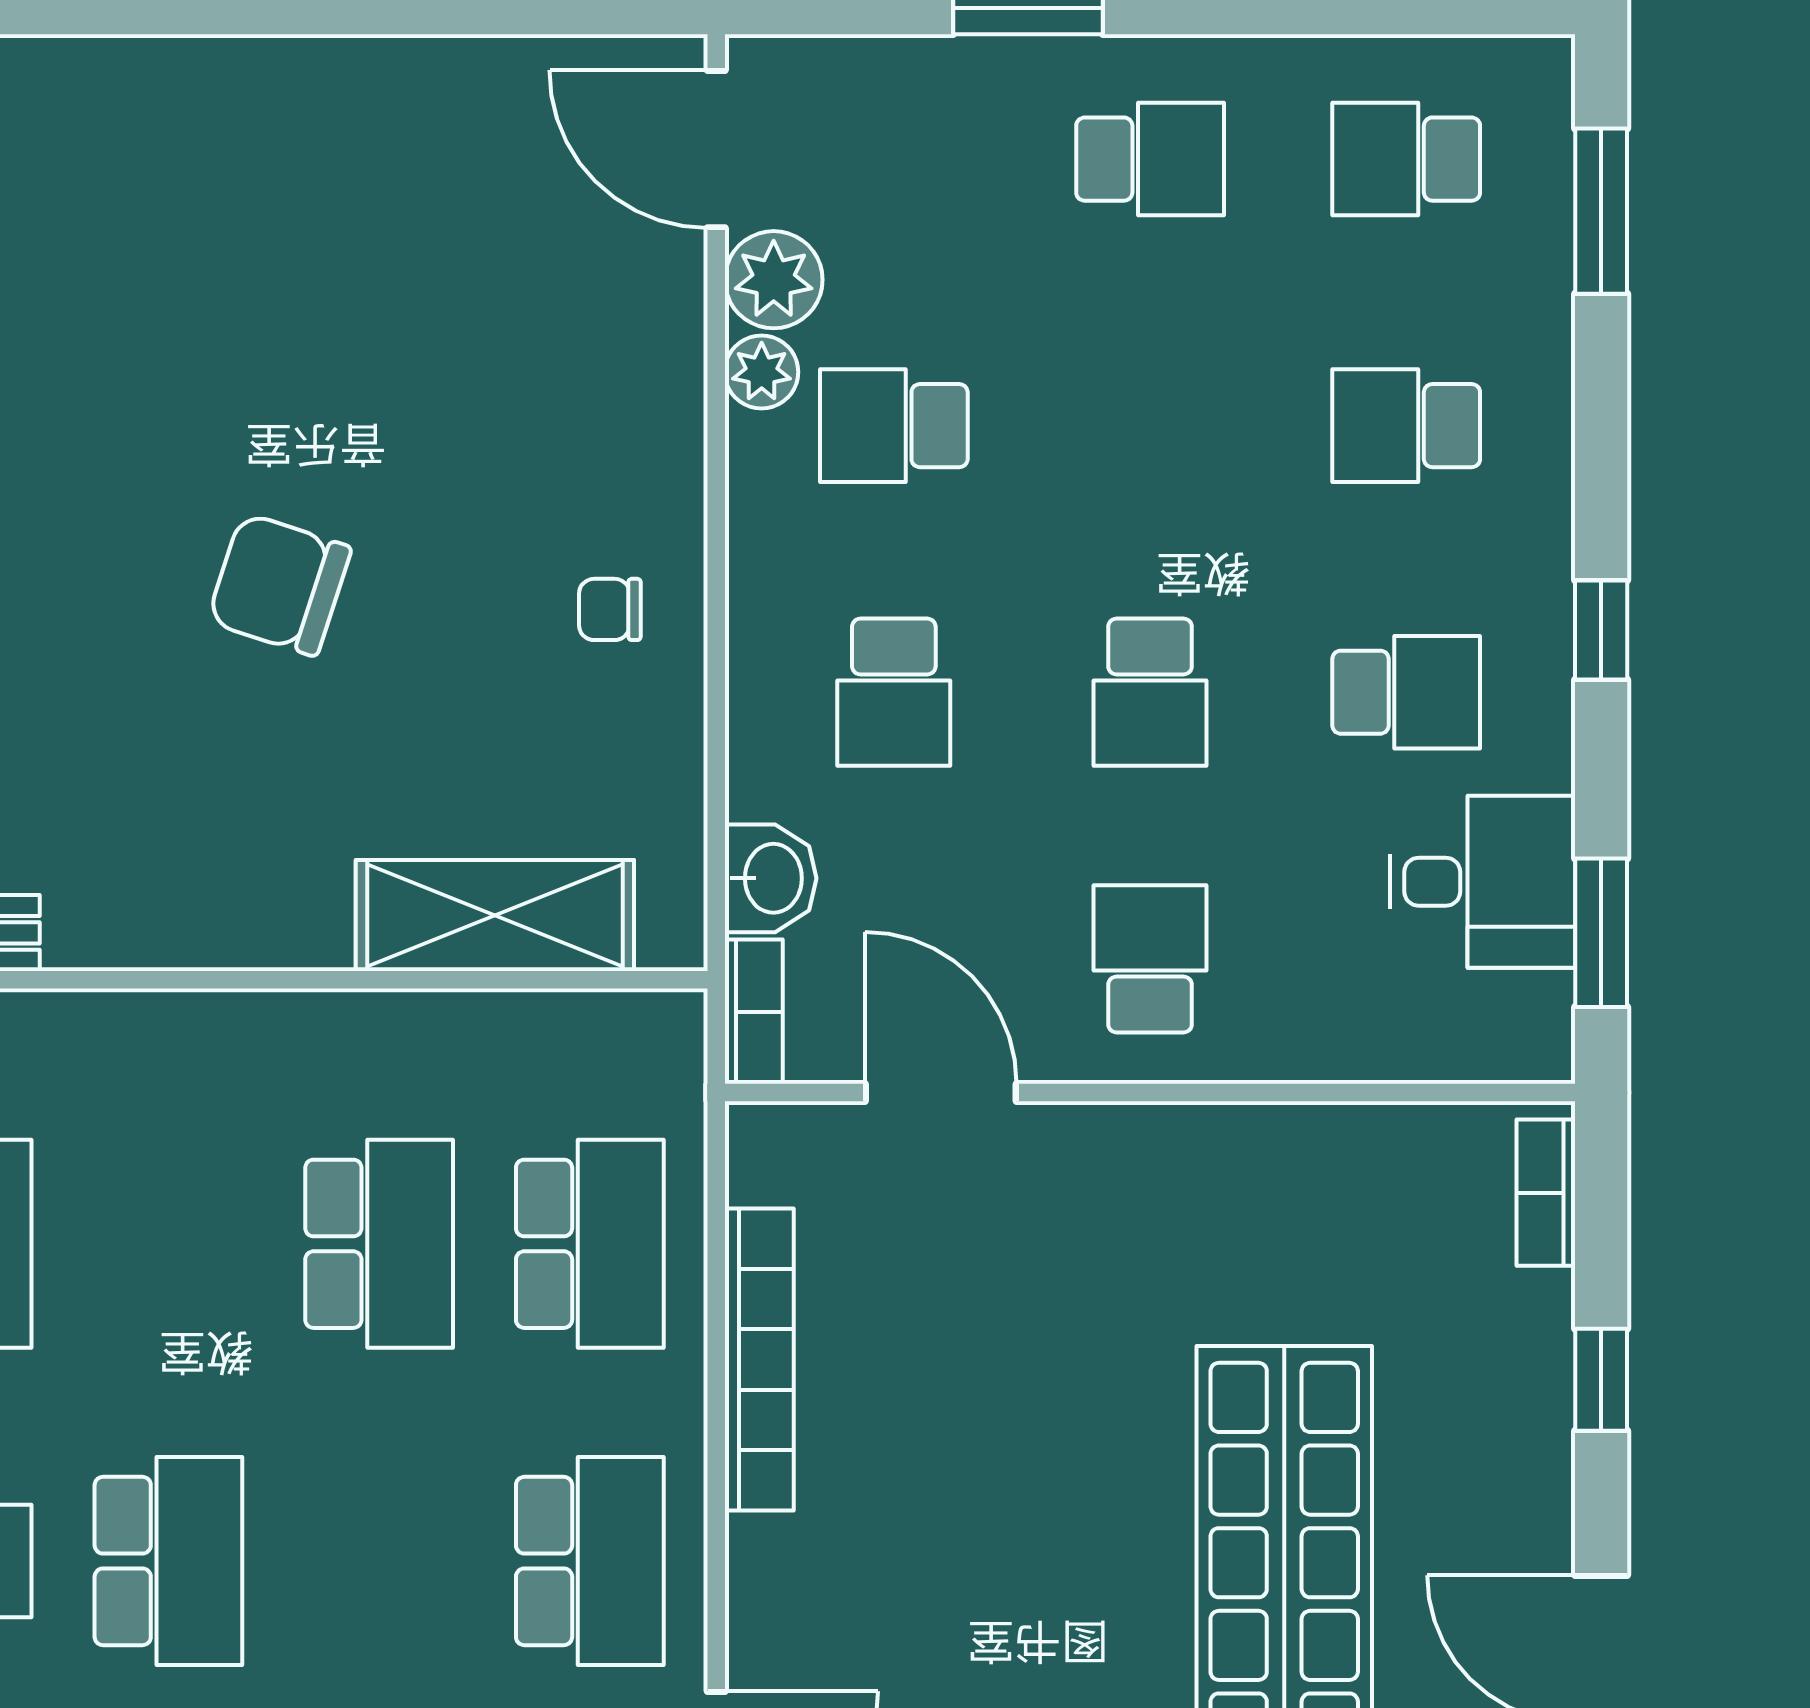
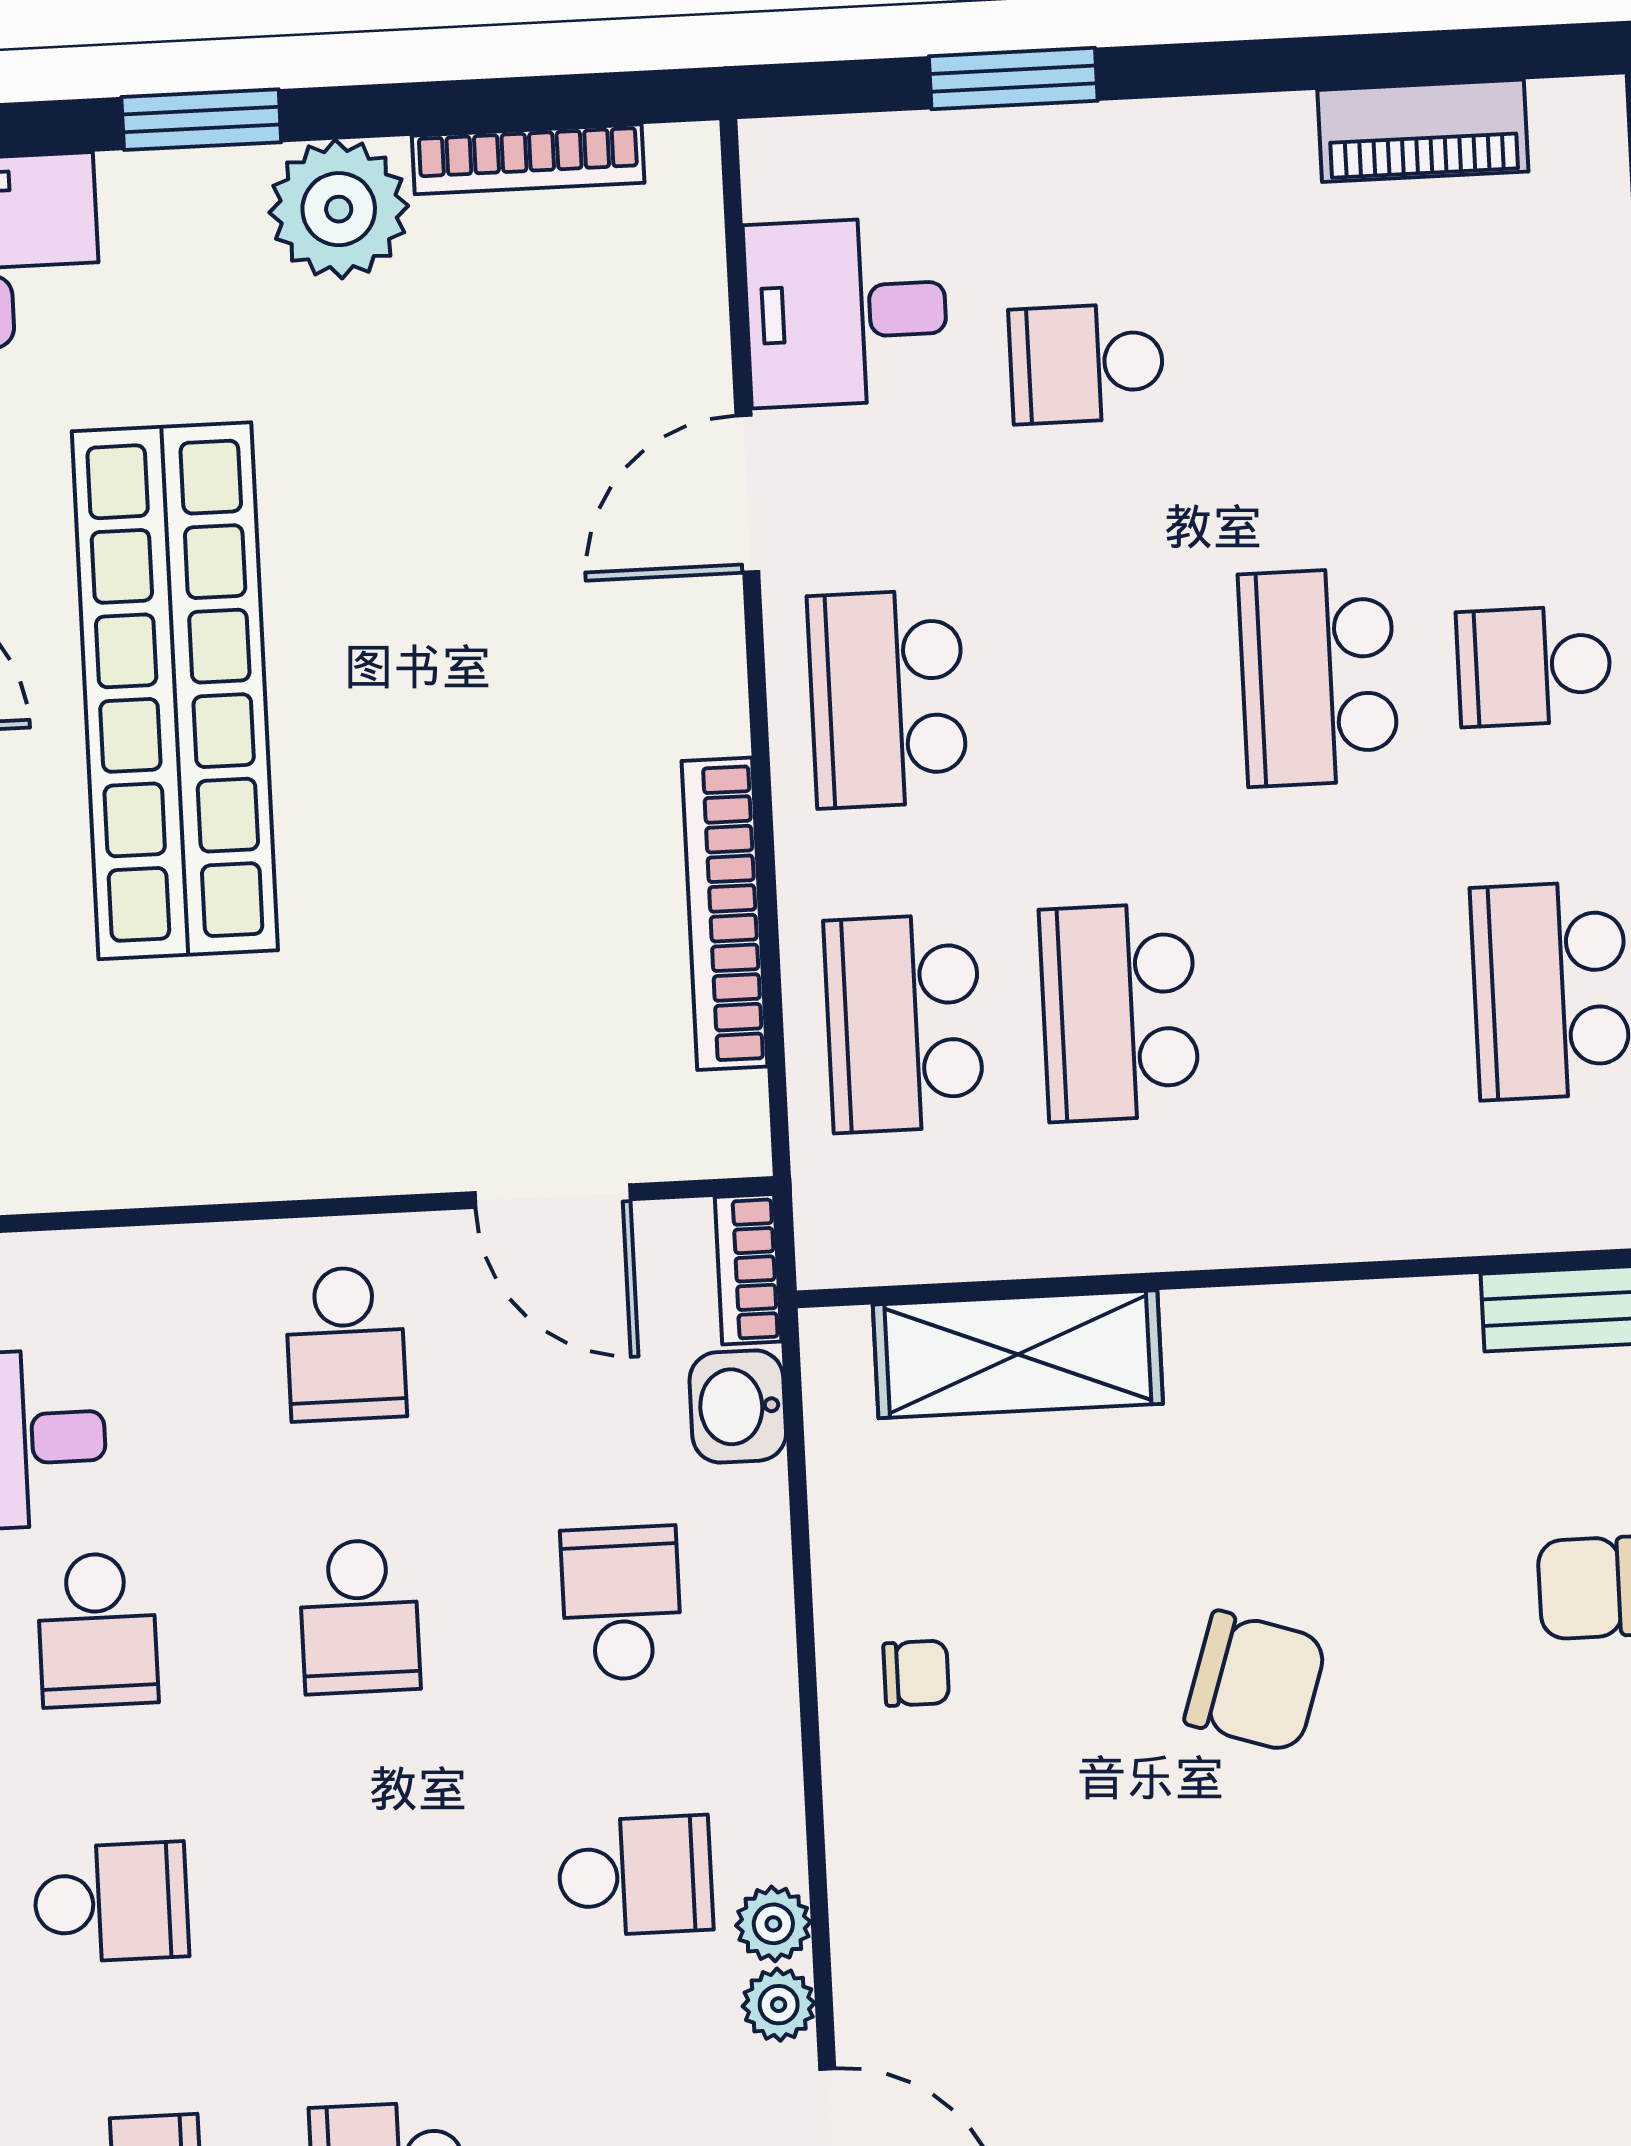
plant: (774, 280) -> (779, 2005), width x0.73, depth x0.73
school desk: (1150, 692) -> (359, 1616), turned 180
school desk: (1406, 692) -> (97, 1630), turned -90

